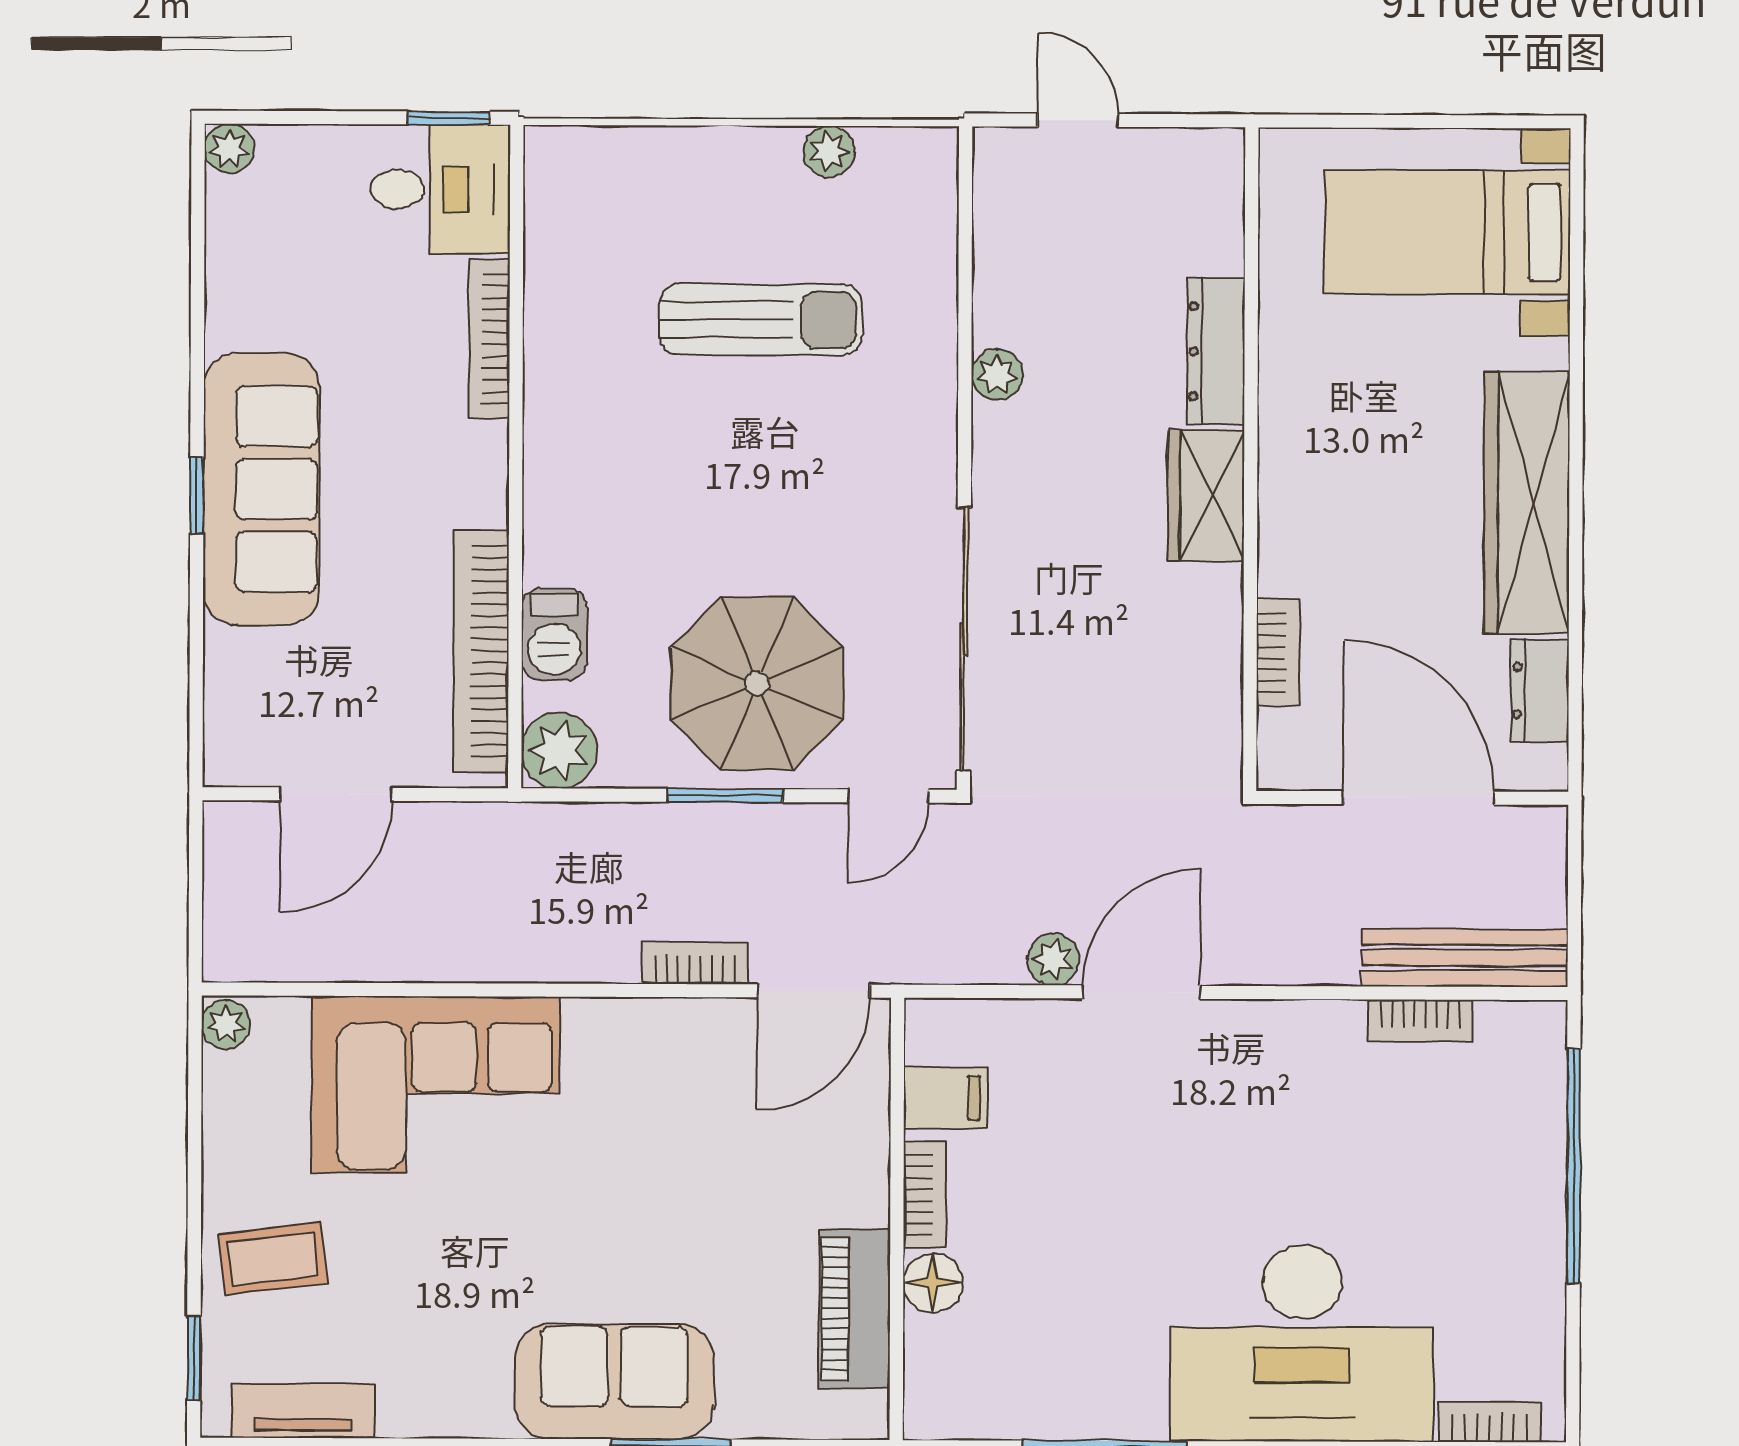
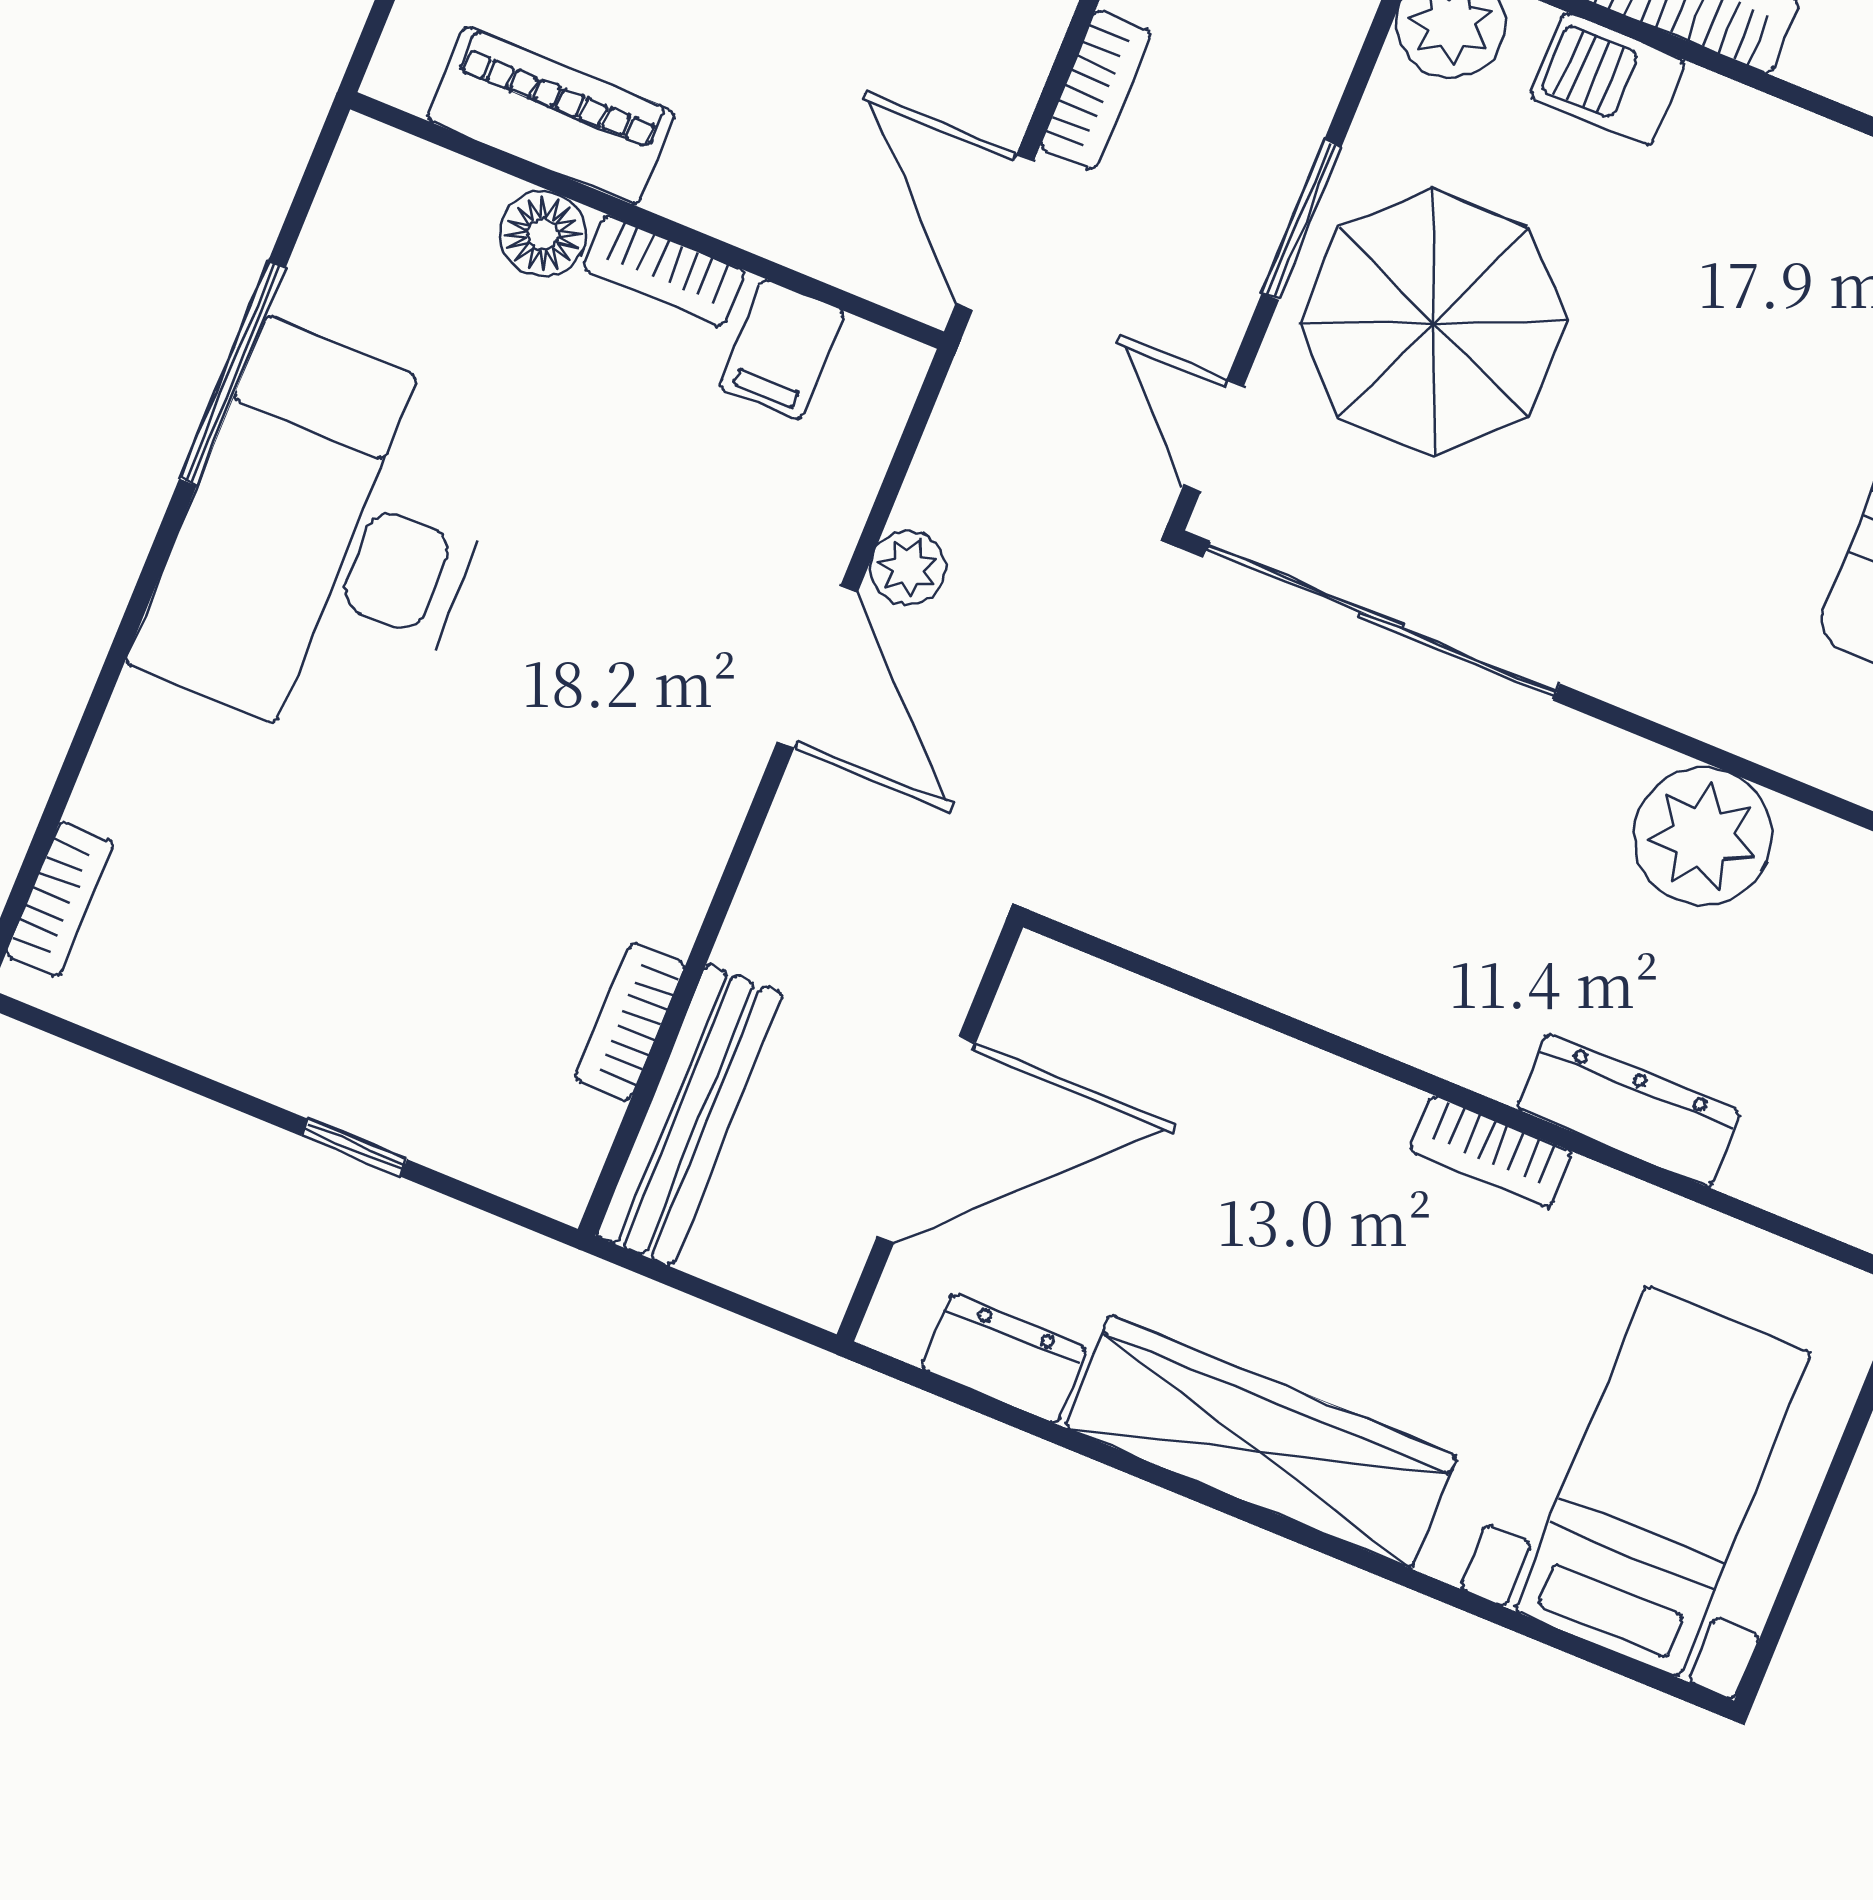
plant: (997, 375) -> (1703, 836), width x1.88, depth x1.88
wardrobe: (1206, 496) -> (1442, 1019), removed
bookcase: (1278, 652) -> (1491, 1151), moved
window: (1574, 1166) -> (354, 1148), width x0.32
desk: (1302, 1343) -> (326, 542), moved

